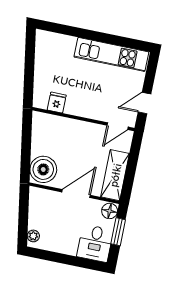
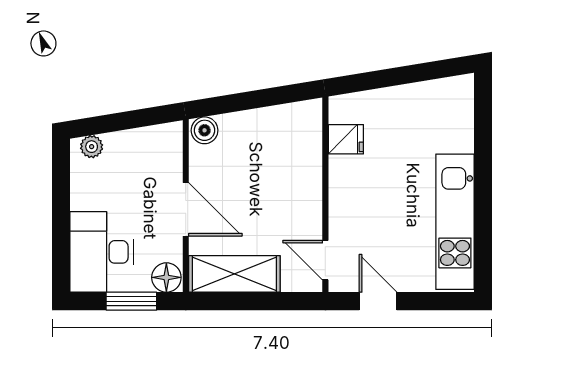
boiler: (43, 169) -> (205, 130), width x0.54, depth x0.54
desk: (95, 243) -> (101, 252), width x1.37

